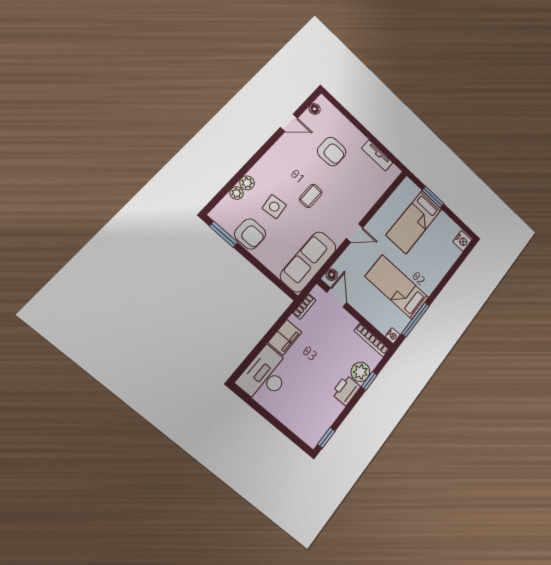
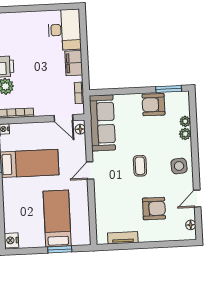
armchair: (332, 152) -> (154, 209), turned 180
side table: (274, 207) -> (179, 166), moved

